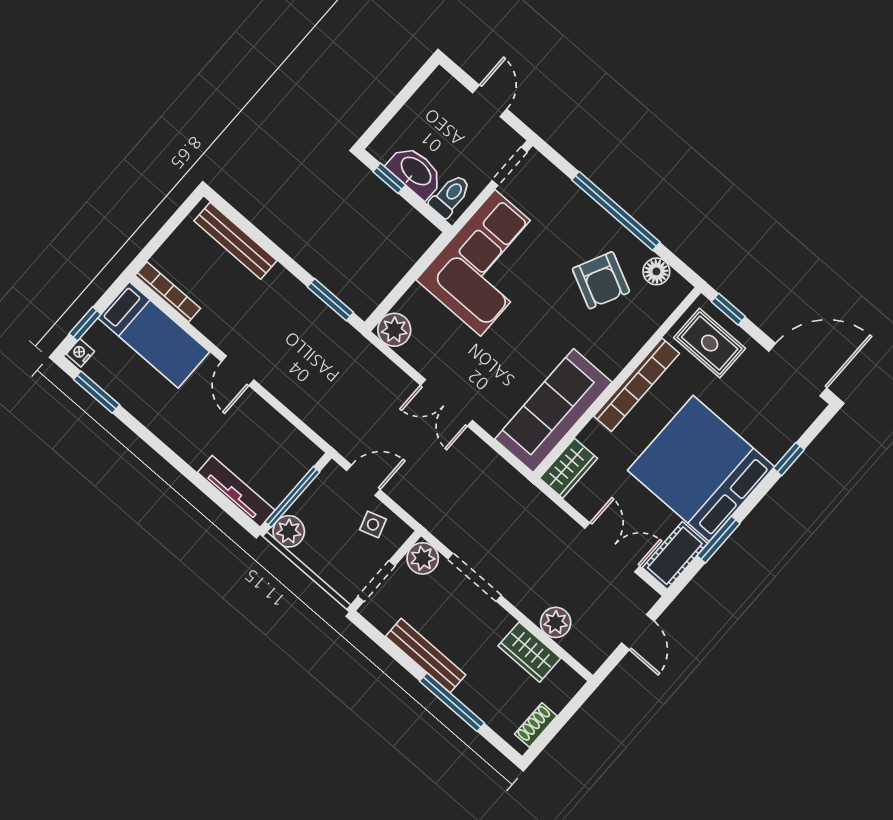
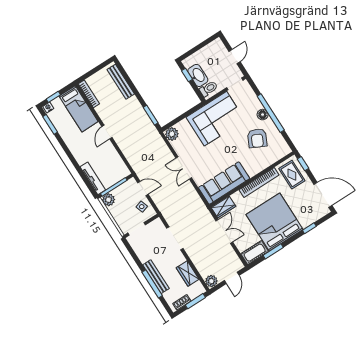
floor lamp: (656, 271) -> (263, 115), moved
double door: (612, 547) -> (224, 231), moved
plant: (423, 558) -> (157, 225), removed
plant: (556, 622) -> (211, 281), moved
bench: (426, 656) -> (156, 277), moved
window: (567, 713) -> (195, 301), added

